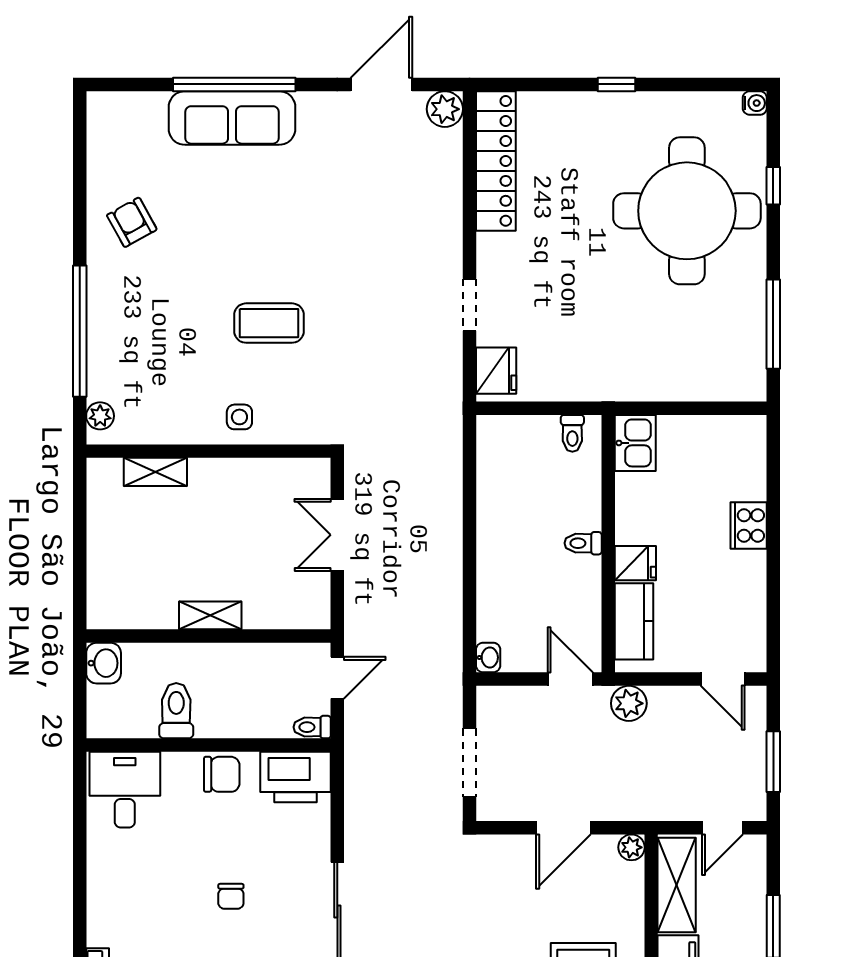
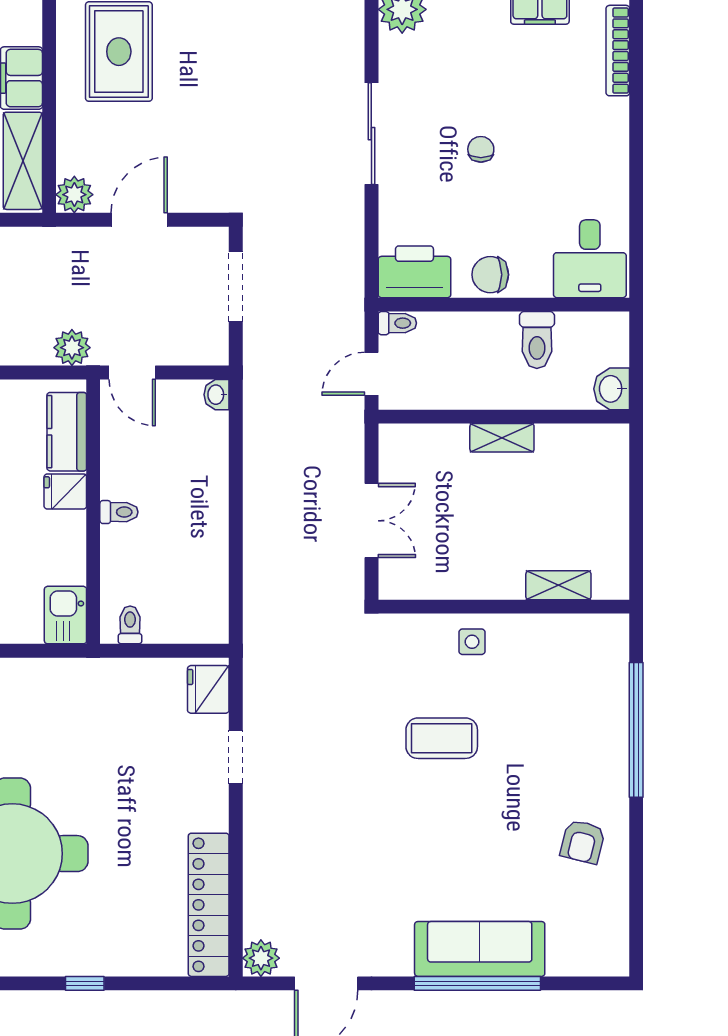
armchair: (132, 222) -> (583, 842), turned 43
plant: (100, 416) -> (615, 643), removed
plant: (631, 847) -> (74, 195), width x1.38, depth x1.38

